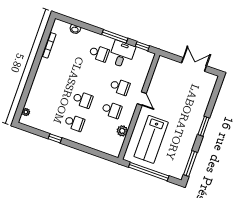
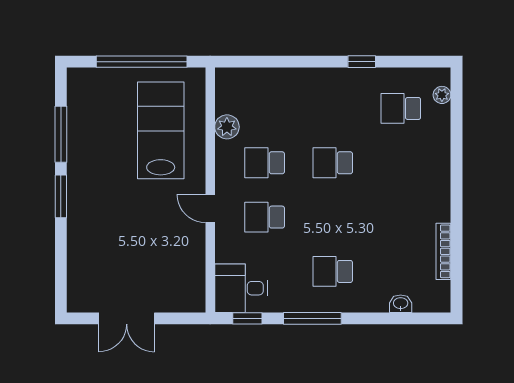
desk: (122, 54) -> (241, 288), moved, turned 90
school desk: (74, 123) -> (401, 108), moved
window: (190, 163) -> (61, 134), moved

